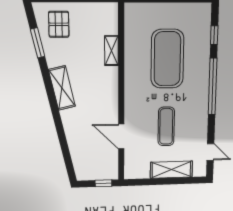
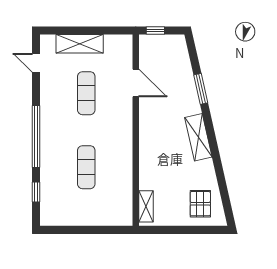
window: (38, 43) -> (201, 89), moved
shelving: (111, 51) -> (146, 206), moved
exercise mat: (167, 59) -> (86, 167), width x0.50, depth x0.69

